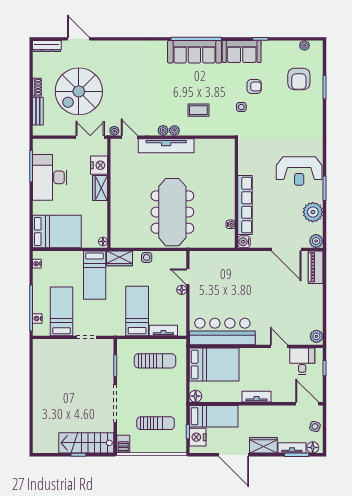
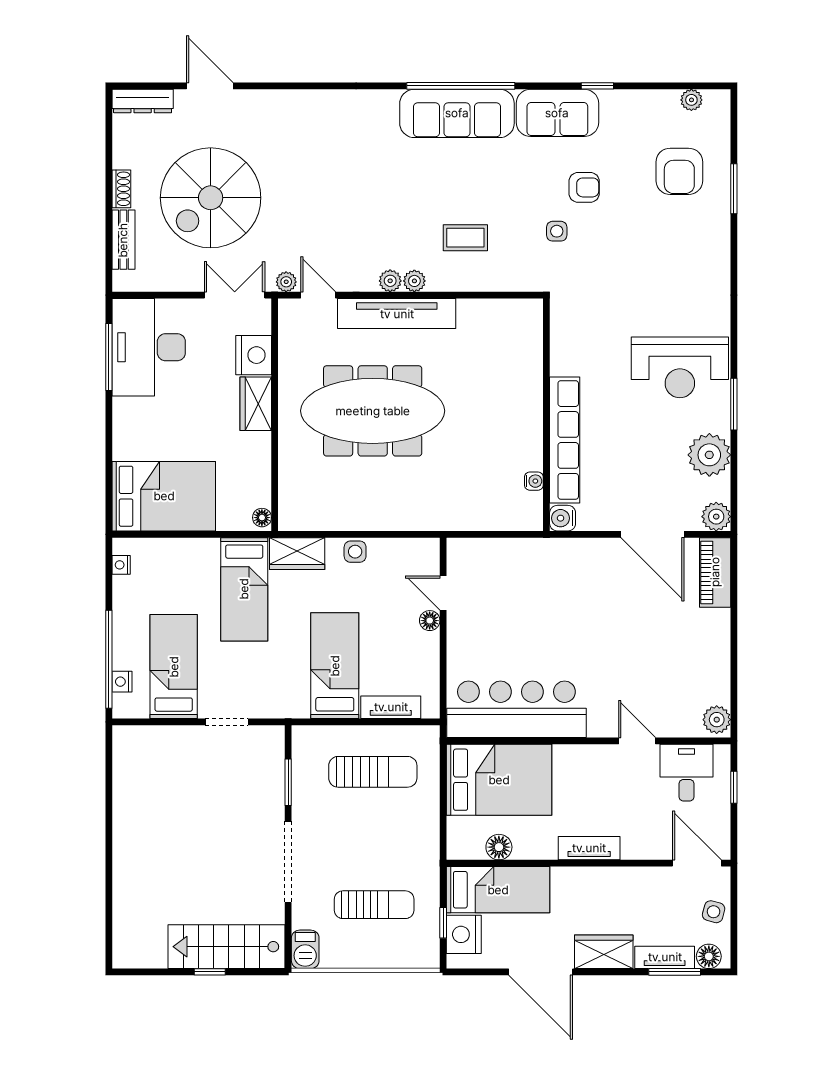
desk: (50, 177) -> (149, 347), moved
meeting table: (172, 212) -> (373, 411), moved, turned 90
floor lamp: (196, 396) -> (499, 847), moved

